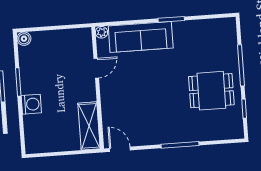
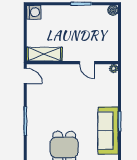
sofa: (141, 37) -> (108, 131), moved
washing machine: (31, 104) -> (34, 12), moved, turned -90
door: (120, 149) -> (25, 76), hinge flipped

